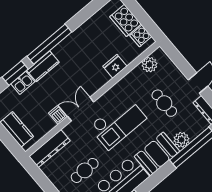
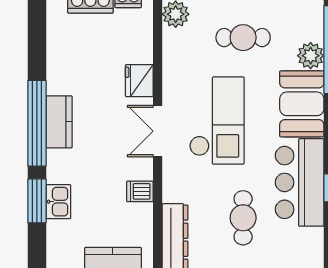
kitchen counter: (43, 66) -> (59, 122), moved
fridge: (115, 66) -> (139, 81), moved
double door: (81, 109) -> (158, 131), moved

